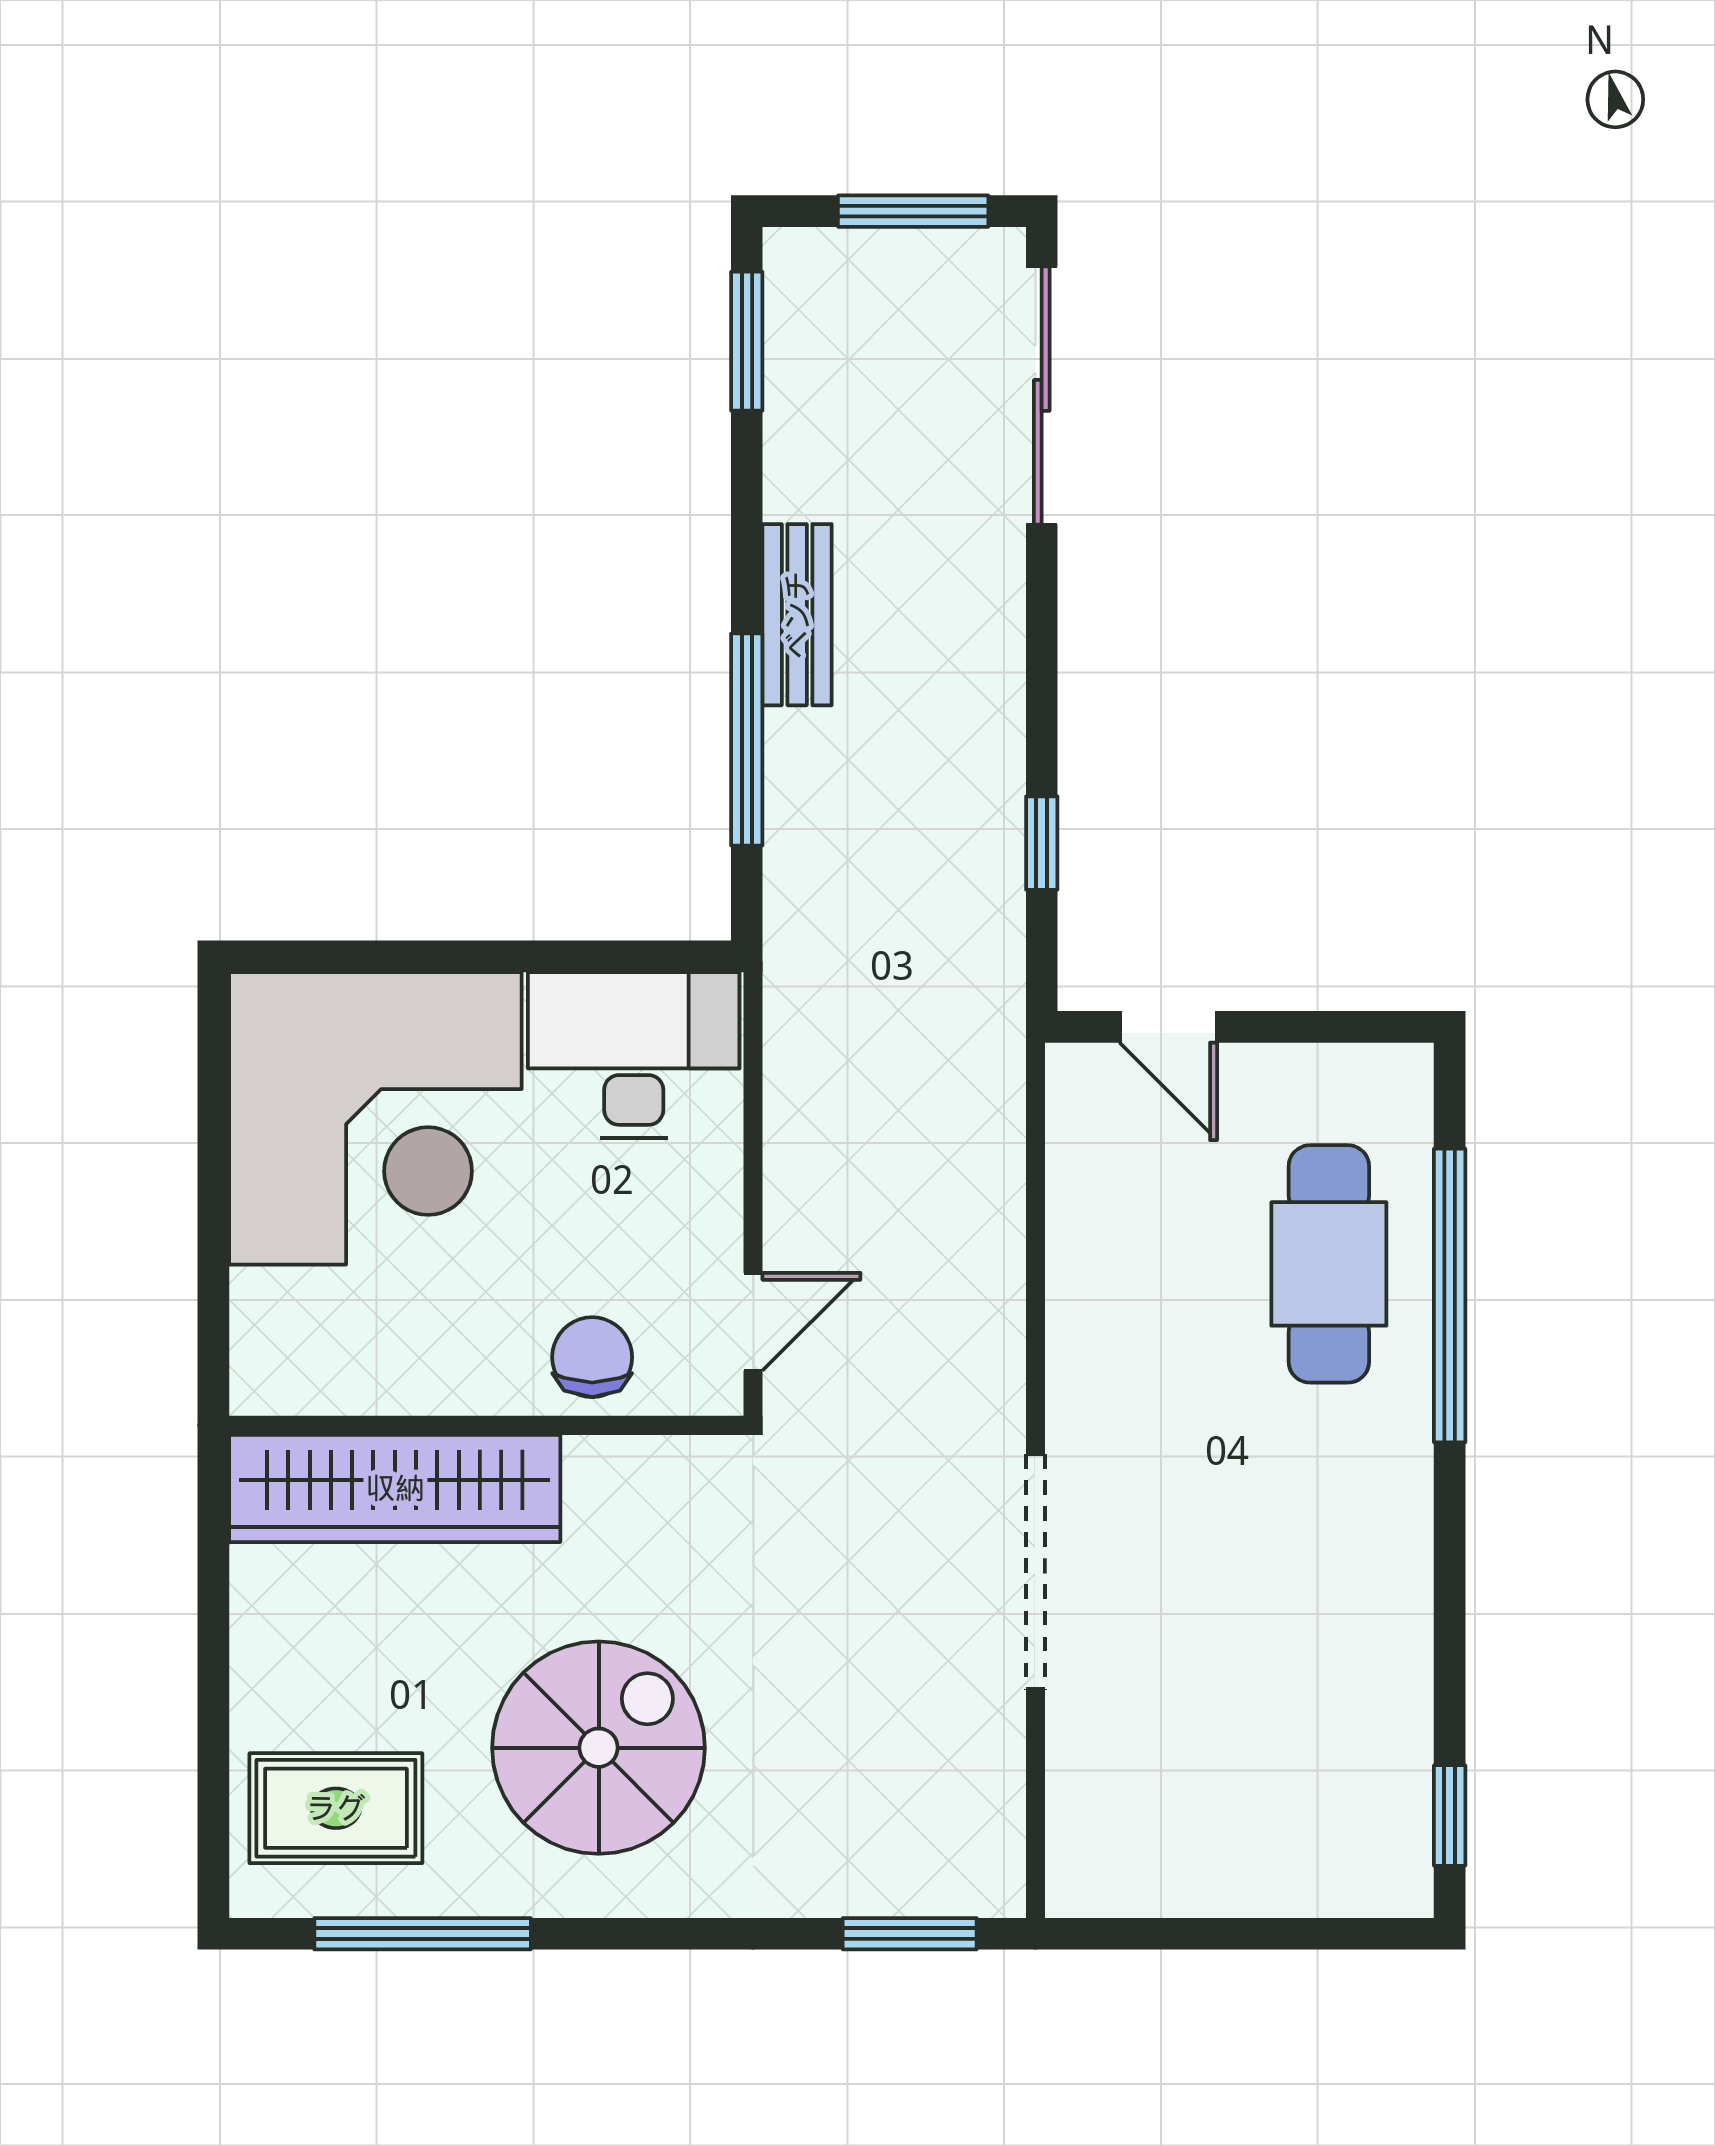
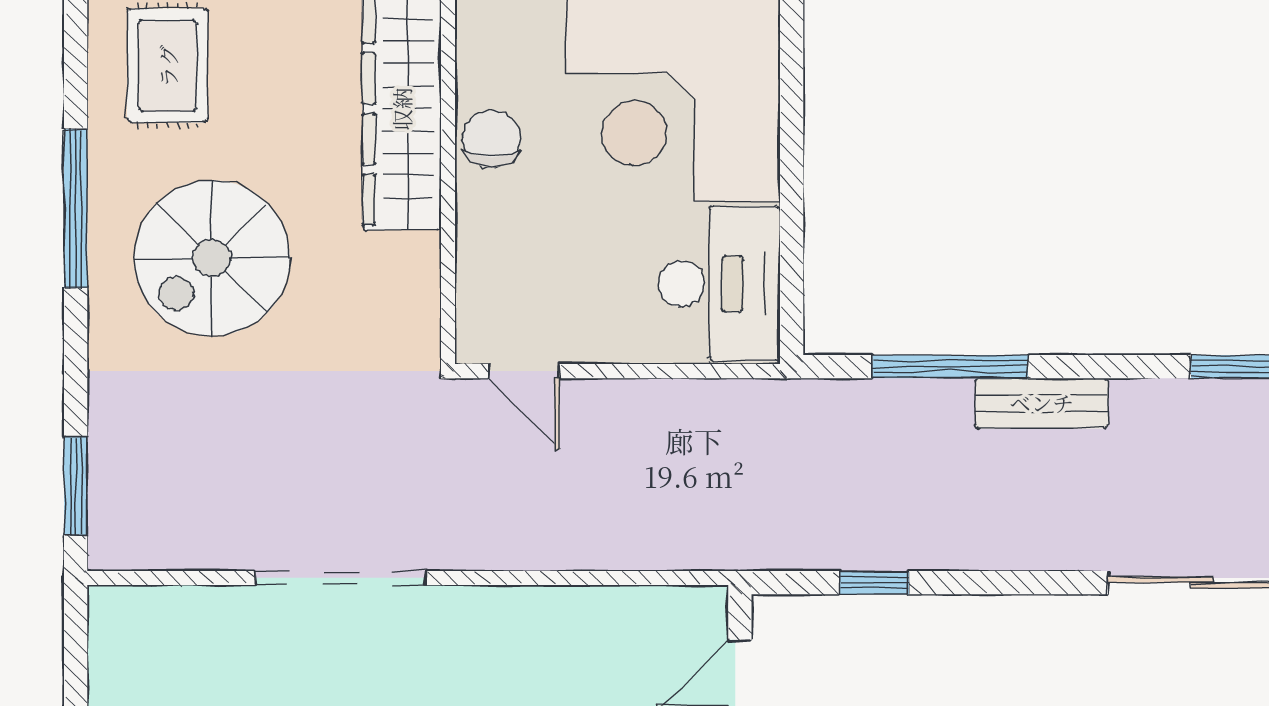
chair: (592, 1357) -> (492, 139), moved, turned -90
spiral stairs: (599, 1748) -> (212, 258), turned 90
window: (423, 1934) -> (76, 208), moved

